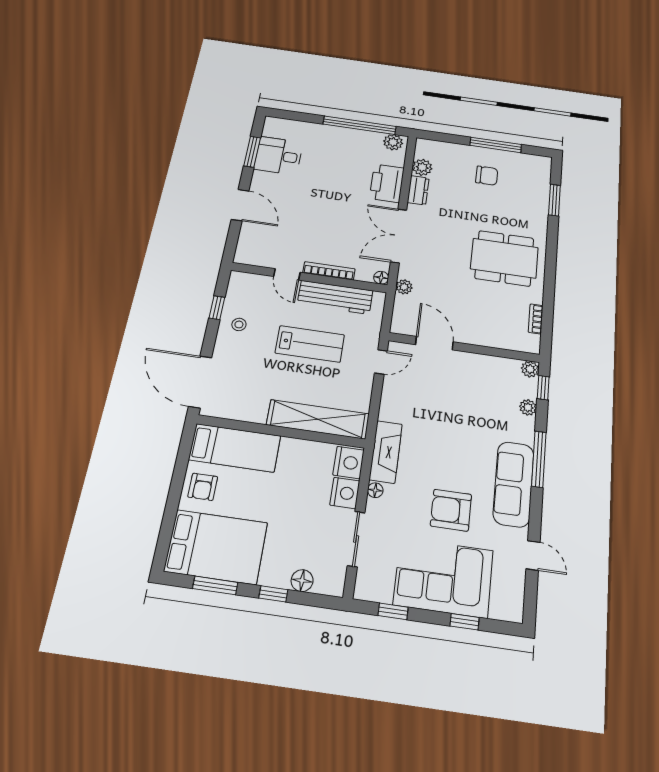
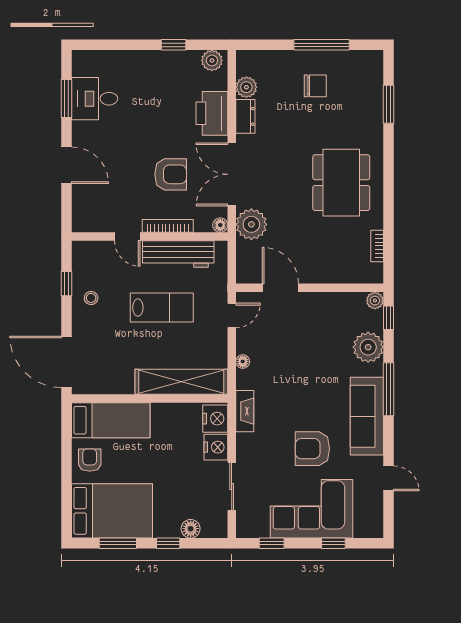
window: (360, 125) -> (174, 45), width x0.32
armchair: (339, 227) -> (171, 174), added
dining table: (504, 258) -> (341, 183), turned 90
plant: (404, 287) -> (251, 224), width x1.88, depth x1.88
plant: (528, 407) -> (368, 347), width x1.88, depth x1.88
fireplace: (386, 452) -> (245, 411), width x0.73, depth x0.76
armchair: (203, 487) -> (90, 460), turned 180
floor lamp: (375, 490) -> (243, 361), moved

